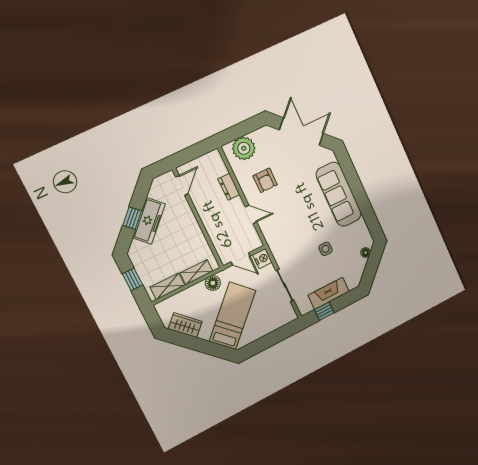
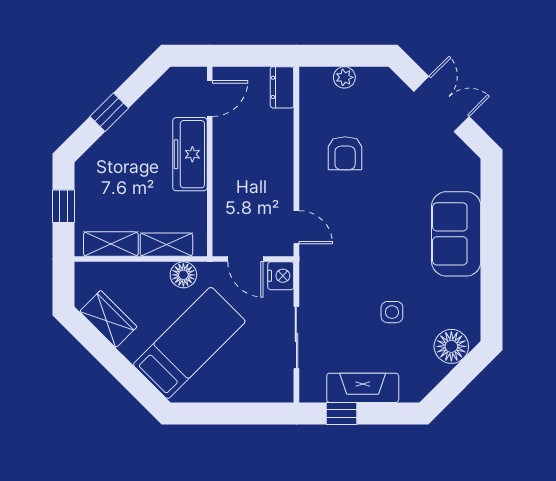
double door: (301, 132) -> (441, 104), width x0.73
plant: (244, 148) -> (344, 77), width x0.53, depth x0.53
dresser: (229, 187) -> (282, 87), moved
sofa: (339, 194) -> (456, 234), width x0.73
door: (251, 214) -> (296, 227), moved
freezer: (149, 221) -> (190, 154), moved, turned 135
floor lamp: (366, 253) -> (451, 346), width x1.89, depth x1.89

